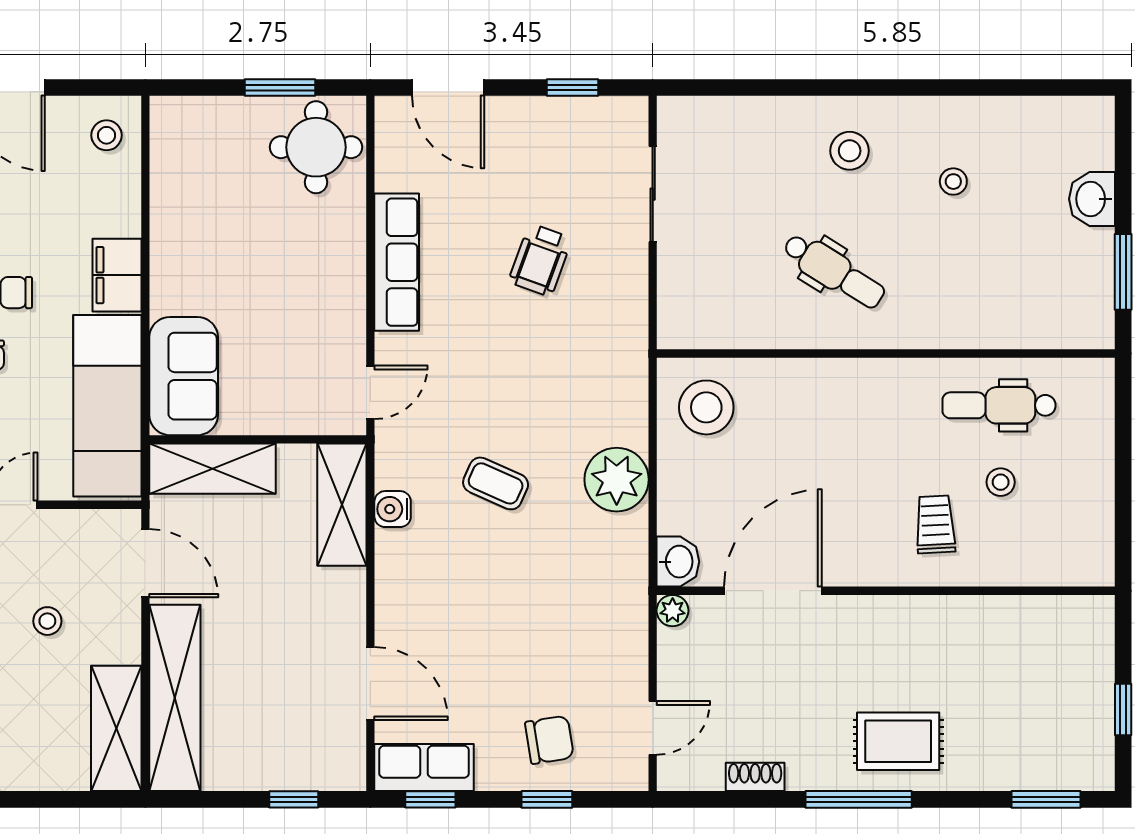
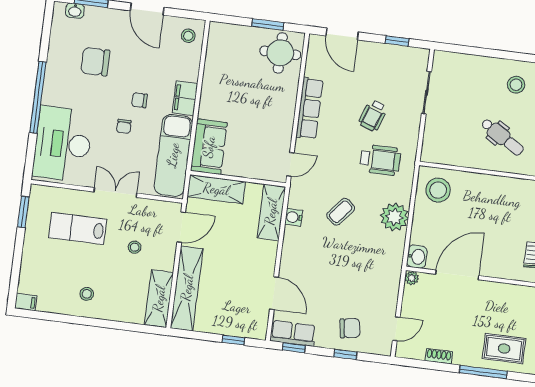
wheelchair: (569, 357) -> (380, 160), added
coffee table: (496, 483) -> (341, 212), turned -74
door: (145, 563) -> (181, 227), hinge flipped

